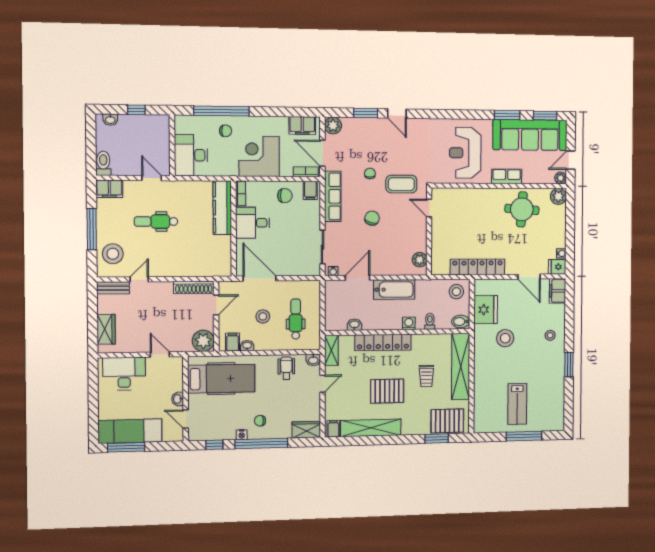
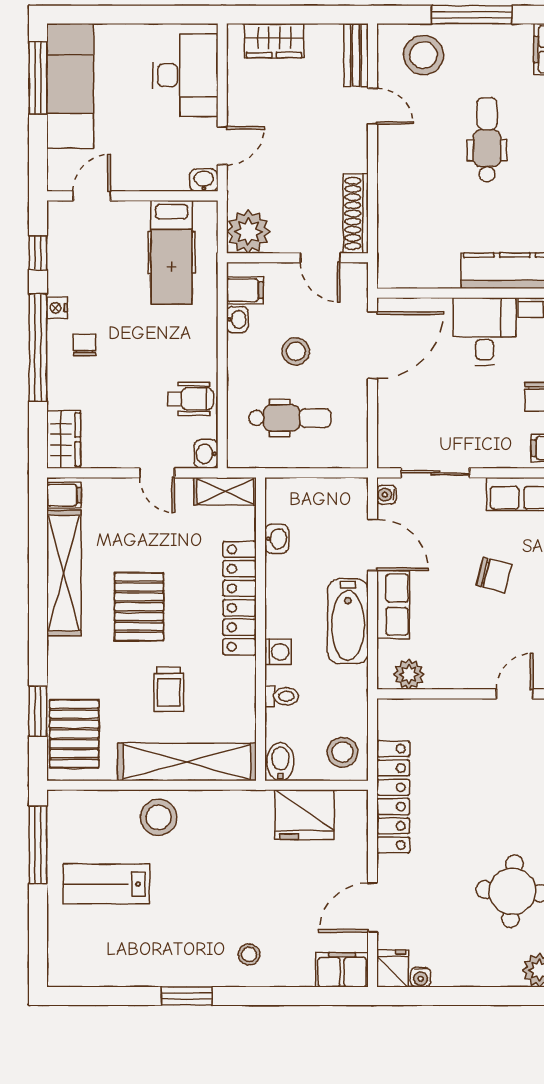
row of seats: (386, 268) -> (393, 605), added
stool: (505, 338) -> (159, 817), moved
trolley: (426, 376) -> (169, 689), turned -90
hospital bed: (221, 379) -> (172, 252), width x0.73, depth x0.78
washbasin: (178, 399) -> (204, 180), moved
window: (524, 436) -> (38, 845), moved

